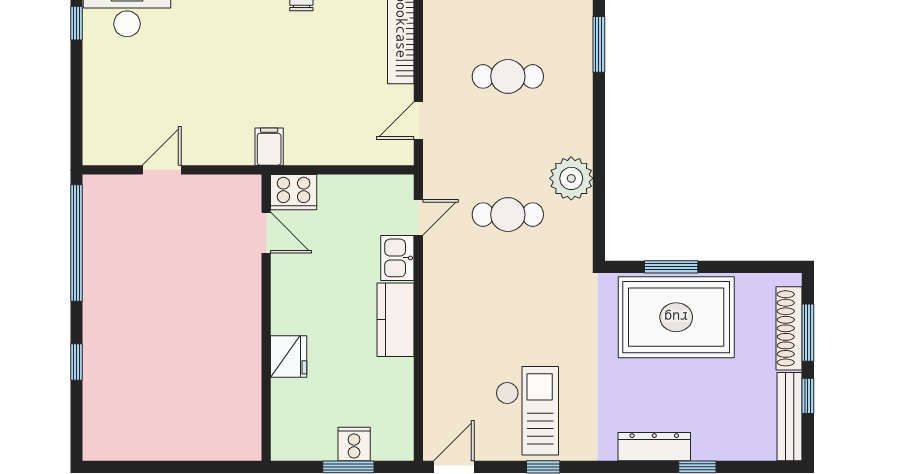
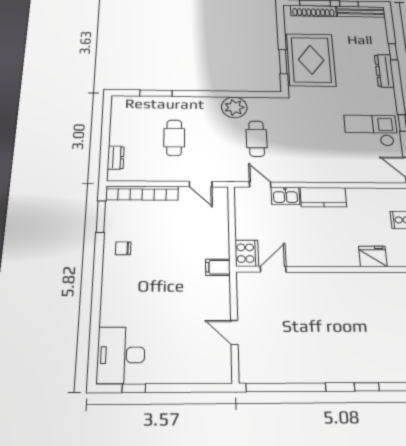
fridge: (289, 357) -> (373, 256), moved

